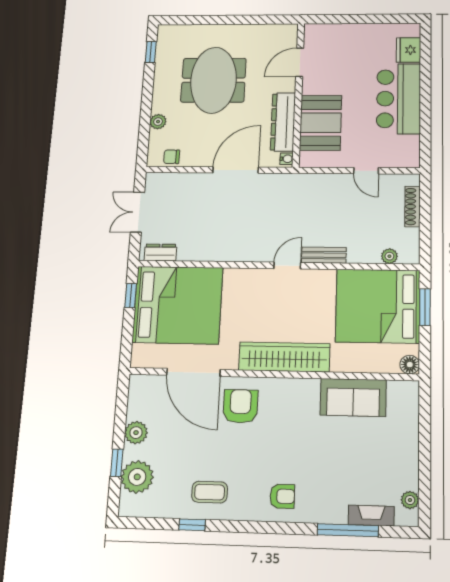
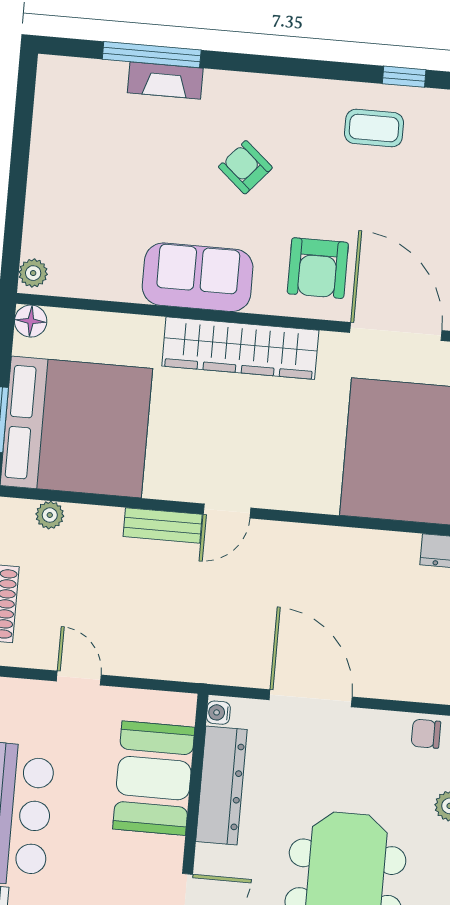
chair: (172, 157) -> (426, 734), turned 180
door: (236, 170) -> (311, 698), swing flipped
sofa: (353, 397) -> (198, 277), moved
armchair: (282, 496) -> (245, 167), moved, turned 41
plant: (410, 500) -> (33, 273), moved
fireplace: (371, 515) -> (165, 80), moved

